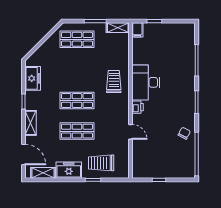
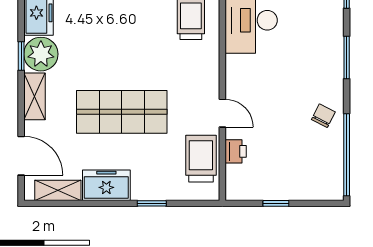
plant: (34, 100) -> (41, 54), added
shop shelf: (77, 100) -> (122, 54), removed
printer: (138, 107) -> (236, 151), moved
shop shelf: (77, 131) -> (122, 112), width x1.43, depth x1.36
trolley: (101, 163) -> (201, 159), moved, turned 90

